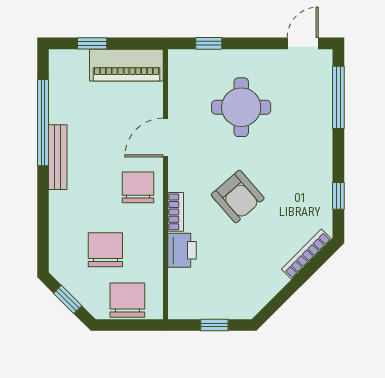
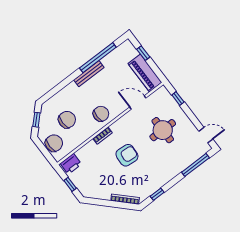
door: (166, 138) -> (138, 103), moved
armchair: (238, 197) -> (127, 155), turned -135
printer: (182, 250) -> (71, 164), moved

